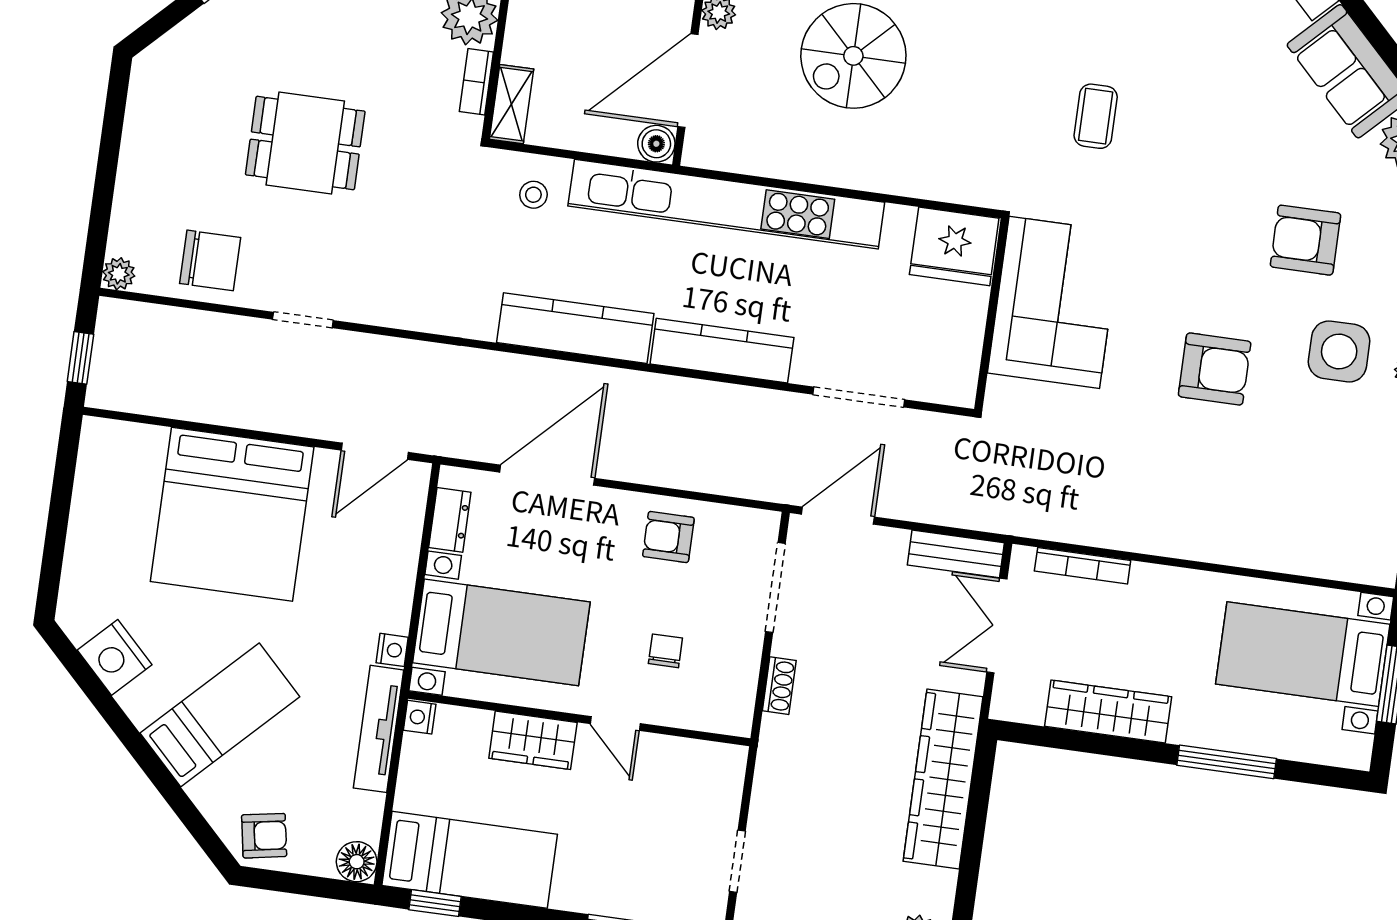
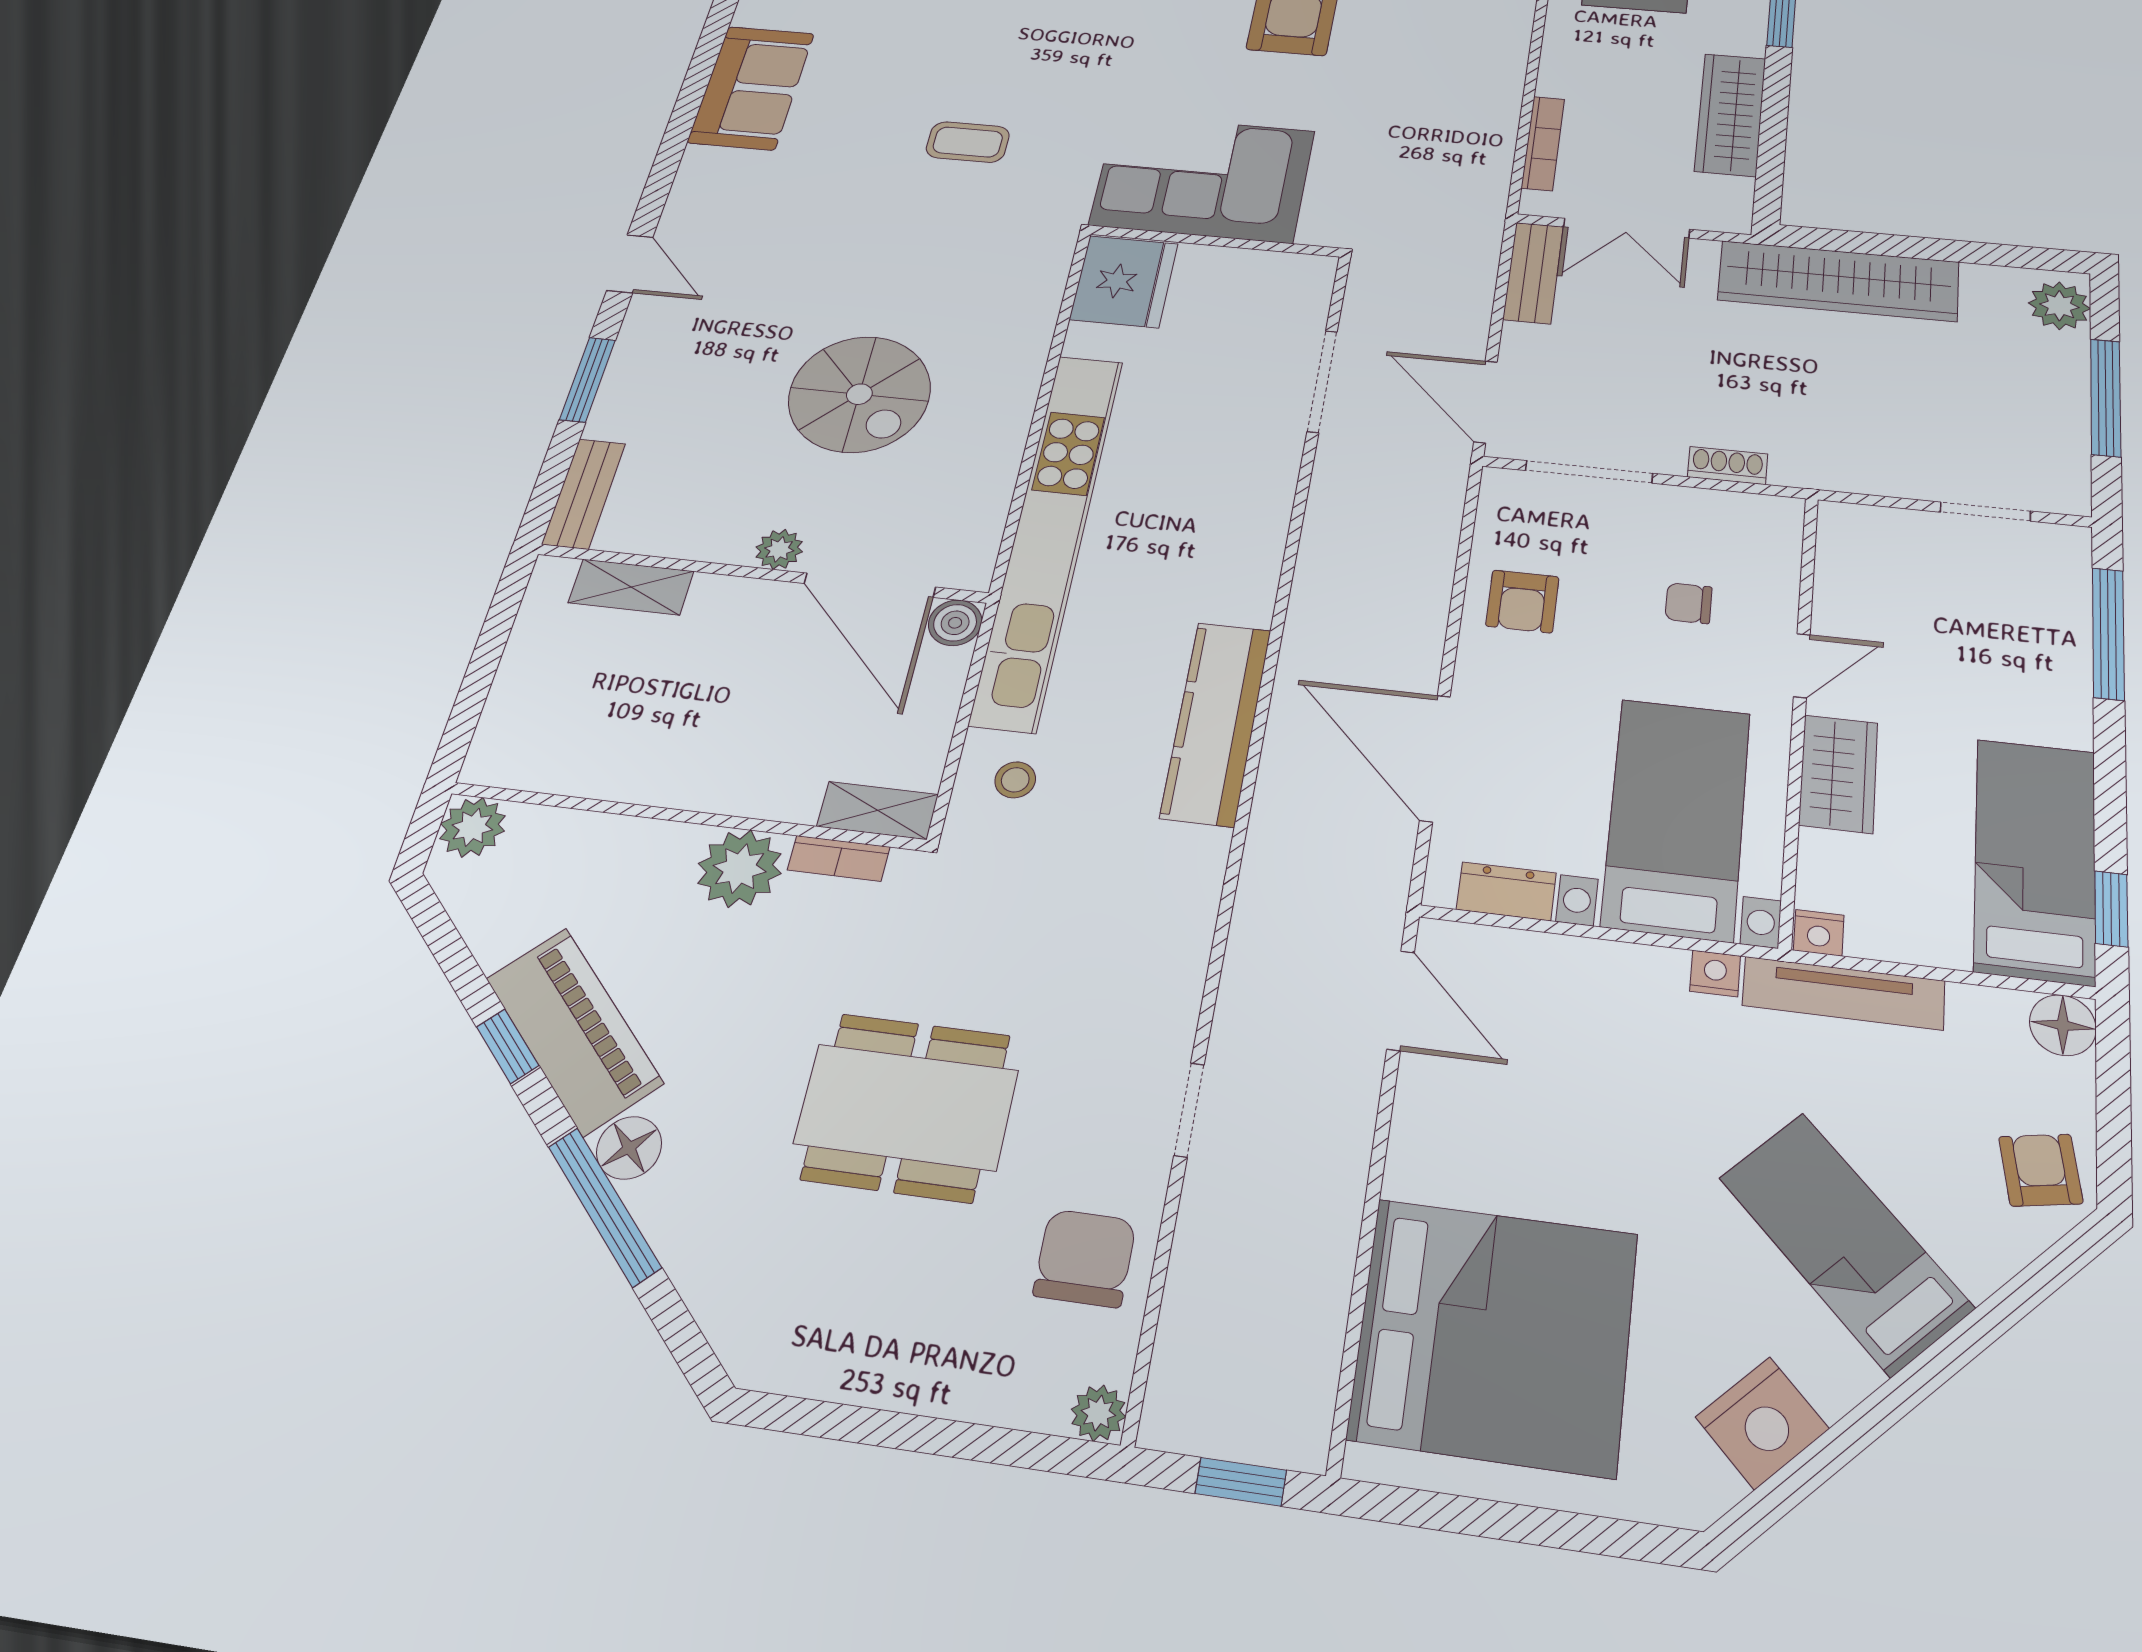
dining table: (305, 143) -> (906, 1107), width x1.38
kitchen counter: (722, 351) -> (1255, 539), removed
bed: (232, 514) -> (1494, 1335), moved

